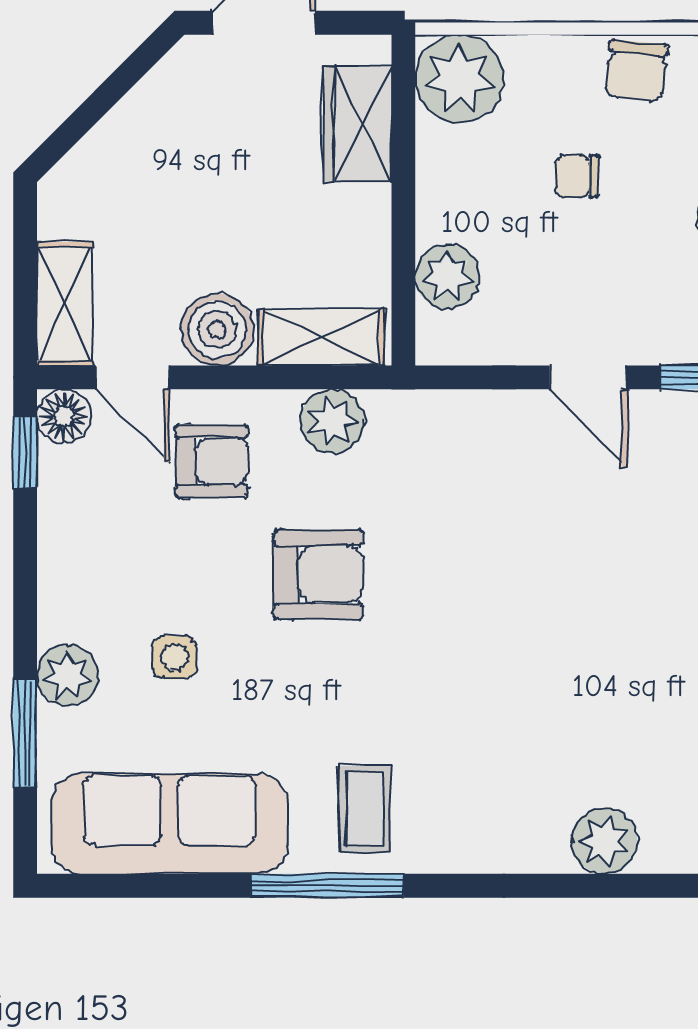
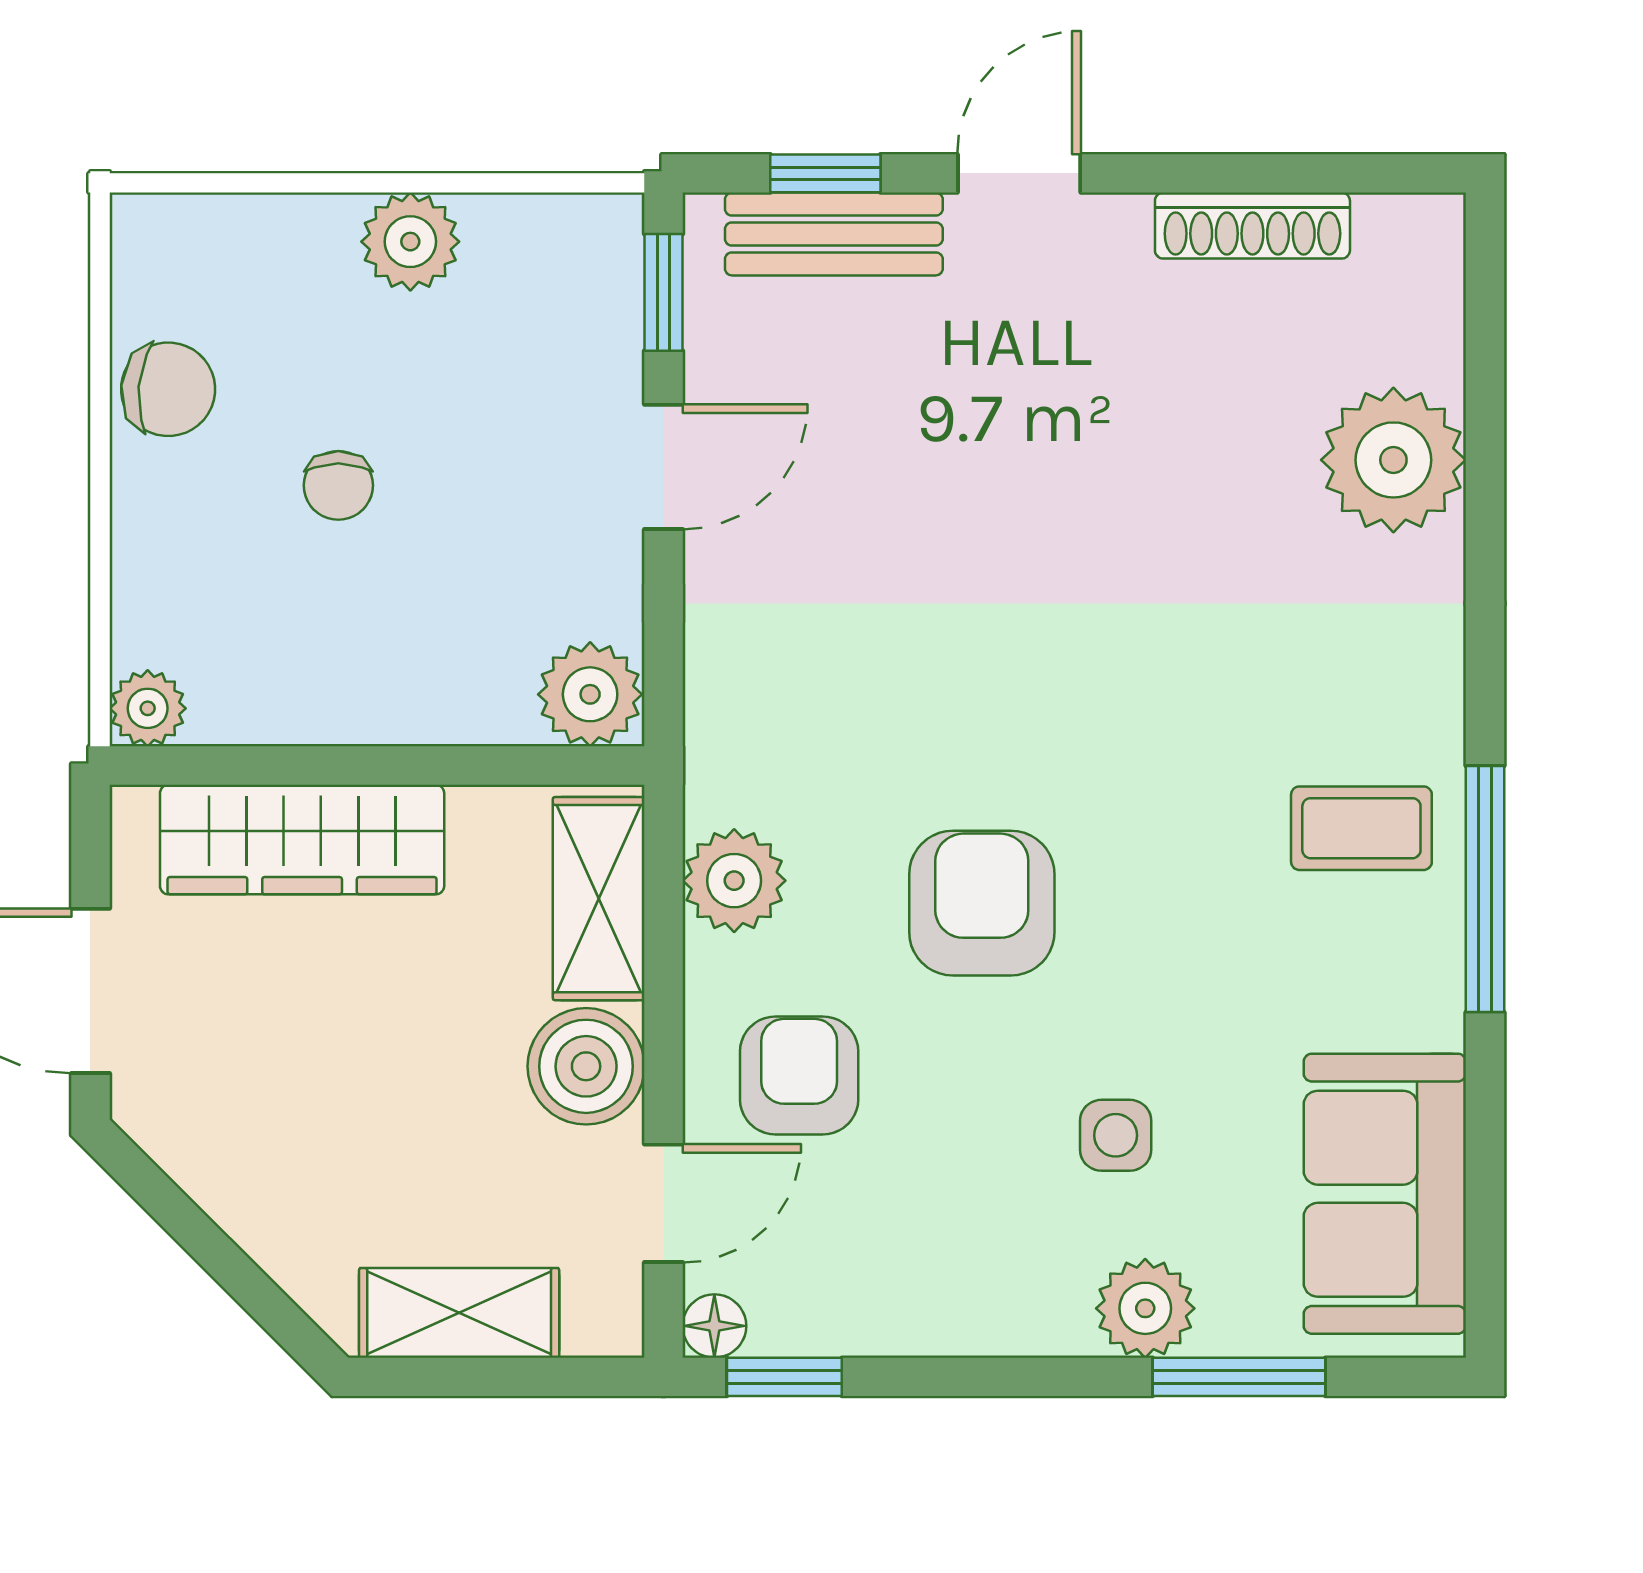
plant: (459, 79) -> (148, 708), width x0.53, depth x0.53
wardrobe: (358, 124) -> (302, 840), width x1.50
plant: (447, 276) -> (590, 694), moved
shelving: (65, 304) -> (459, 1313), moved
floor lamp: (64, 416) -> (714, 1326), width x0.73, depth x0.73
sofa: (170, 824) -> (1385, 1194), width x0.73
plant: (604, 841) -> (1393, 460), width x1.36, depth x1.36

